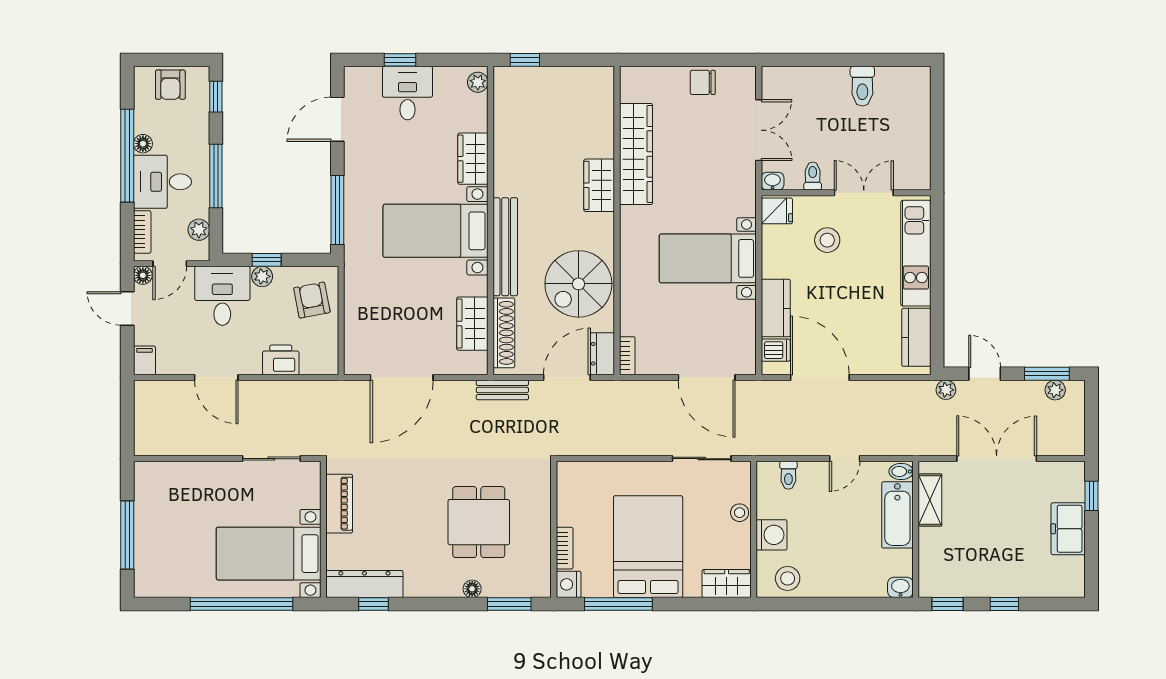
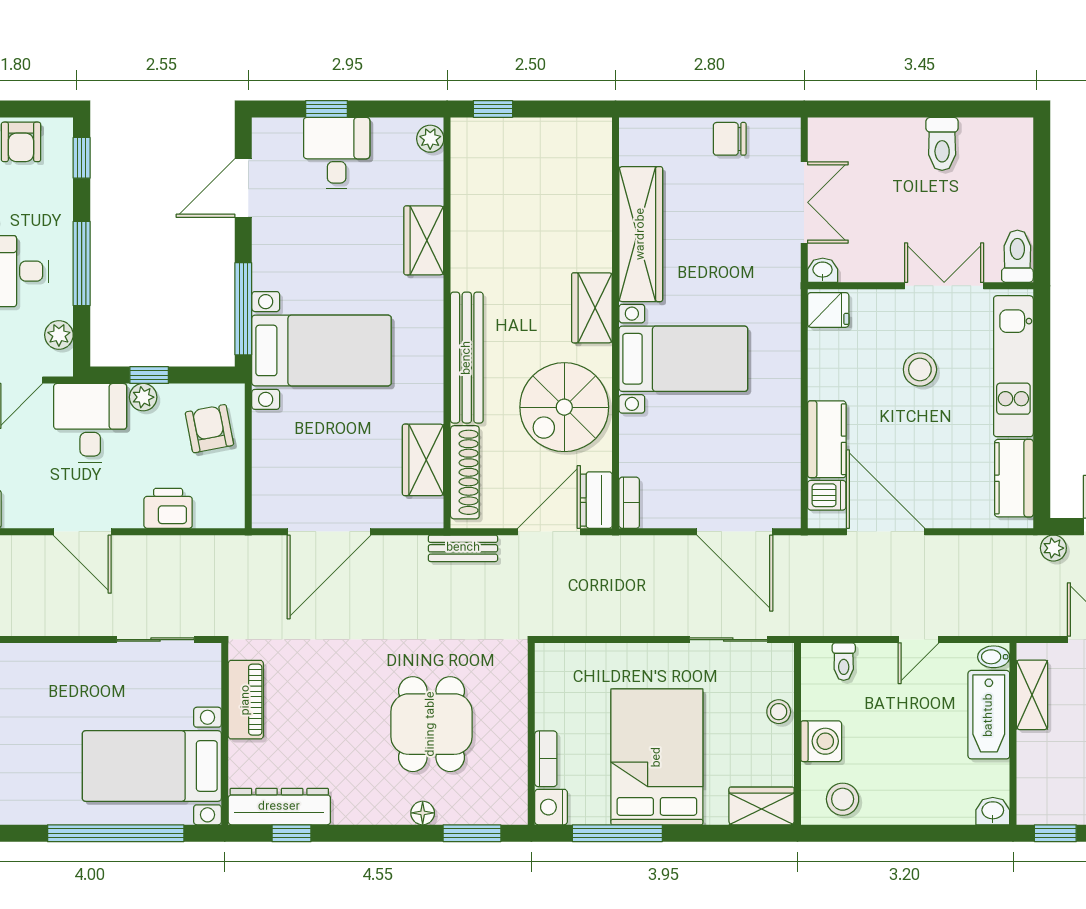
toilet: (813, 176) -> (1017, 256), moved, width x1.37, depth x1.39
wardrobe: (599, 185) -> (592, 308), moved
bed with nightstands: (436, 231) -> (321, 350), moved, turned 180
stool: (827, 240) -> (920, 370), moved
bed with nightstands: (708, 258) -> (683, 359), moved, turned 180

